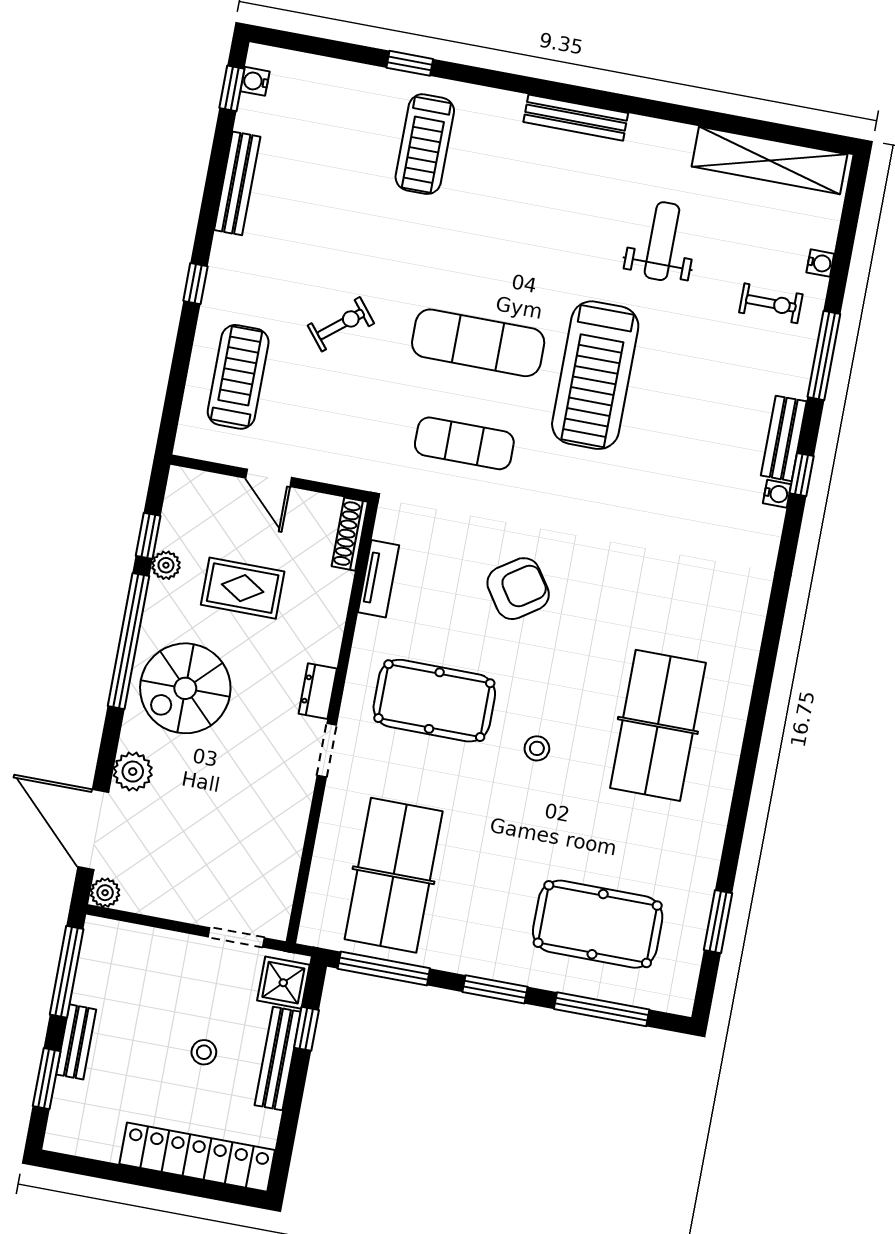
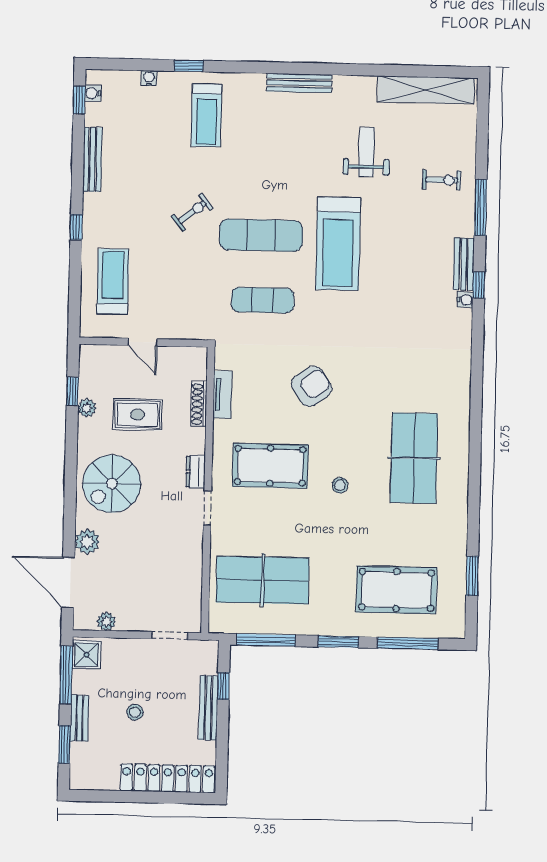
water cooler: (820, 263) -> (149, 78), moved, turned -90
exercise bike: (341, 324) -> (192, 212), moved
shoe rack: (350, 534) -> (199, 404), moved
window: (128, 641) -> (71, 460), removed
table tennis table: (394, 875) -> (263, 580), turned 90
plant: (105, 893) -> (106, 622), moved
shower: (283, 983) -> (87, 655), moved
stool: (204, 1052) -> (135, 712), moved

